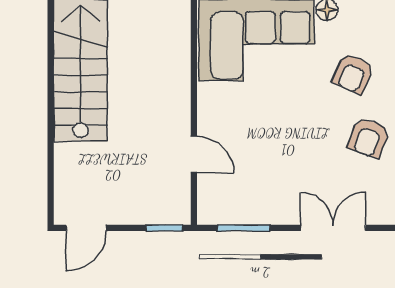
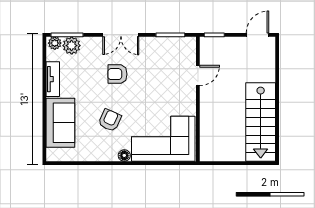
armchair: (369, 138) -> (117, 74), moved, turned -110
door: (194, 154) -> (198, 76), swing flipped

